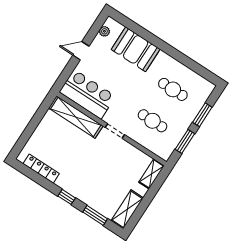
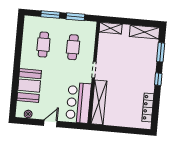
door: (81, 51) -> (50, 123), swing flipped

